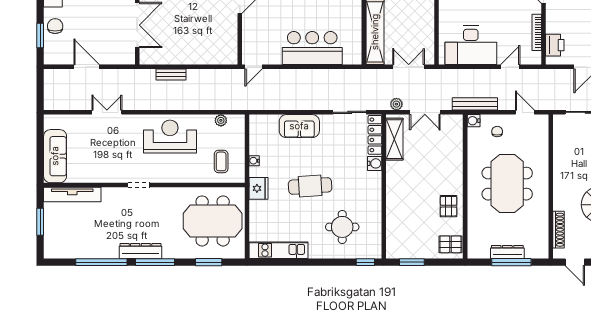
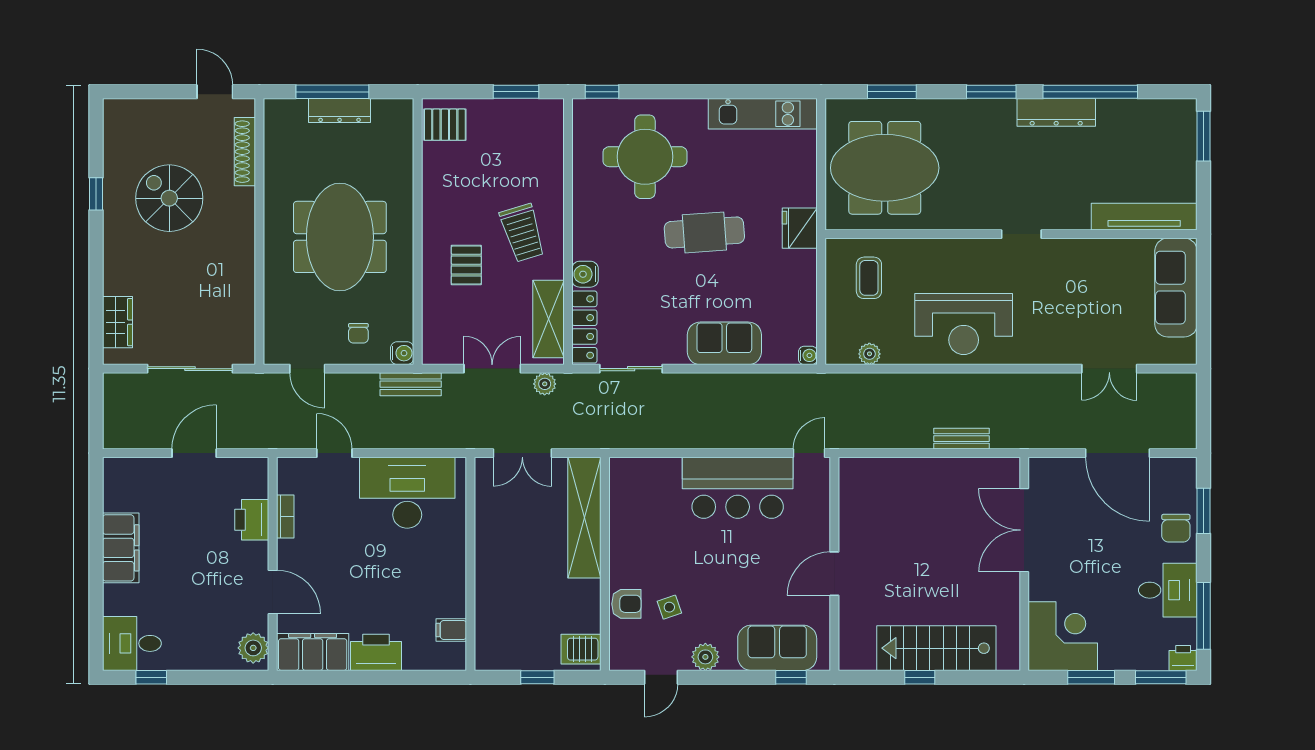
bookcase: (537, 32) -> (285, 517), width x0.64
printer: (555, 45) -> (252, 520), moved
bar counter: (312, 48) -> (738, 488), moved
door: (87, 67) -> (1118, 453), width x1.36
door: (510, 67) -> (334, 453), swing flipped
bench: (475, 104) -> (411, 384), width x0.73
double door: (107, 112) -> (1109, 369), moved
water cooler: (254, 161) -> (808, 355), moved
trolley: (408, 186) -> (522, 233), added
pallet: (449, 206) -> (466, 265), moved
window: (40, 222) -> (1204, 136), moved
round table: (342, 227) -> (645, 157), width x1.36, depth x1.36
dresser: (140, 251) -> (1056, 112), moved
window: (155, 262) -> (991, 92), width x0.69

